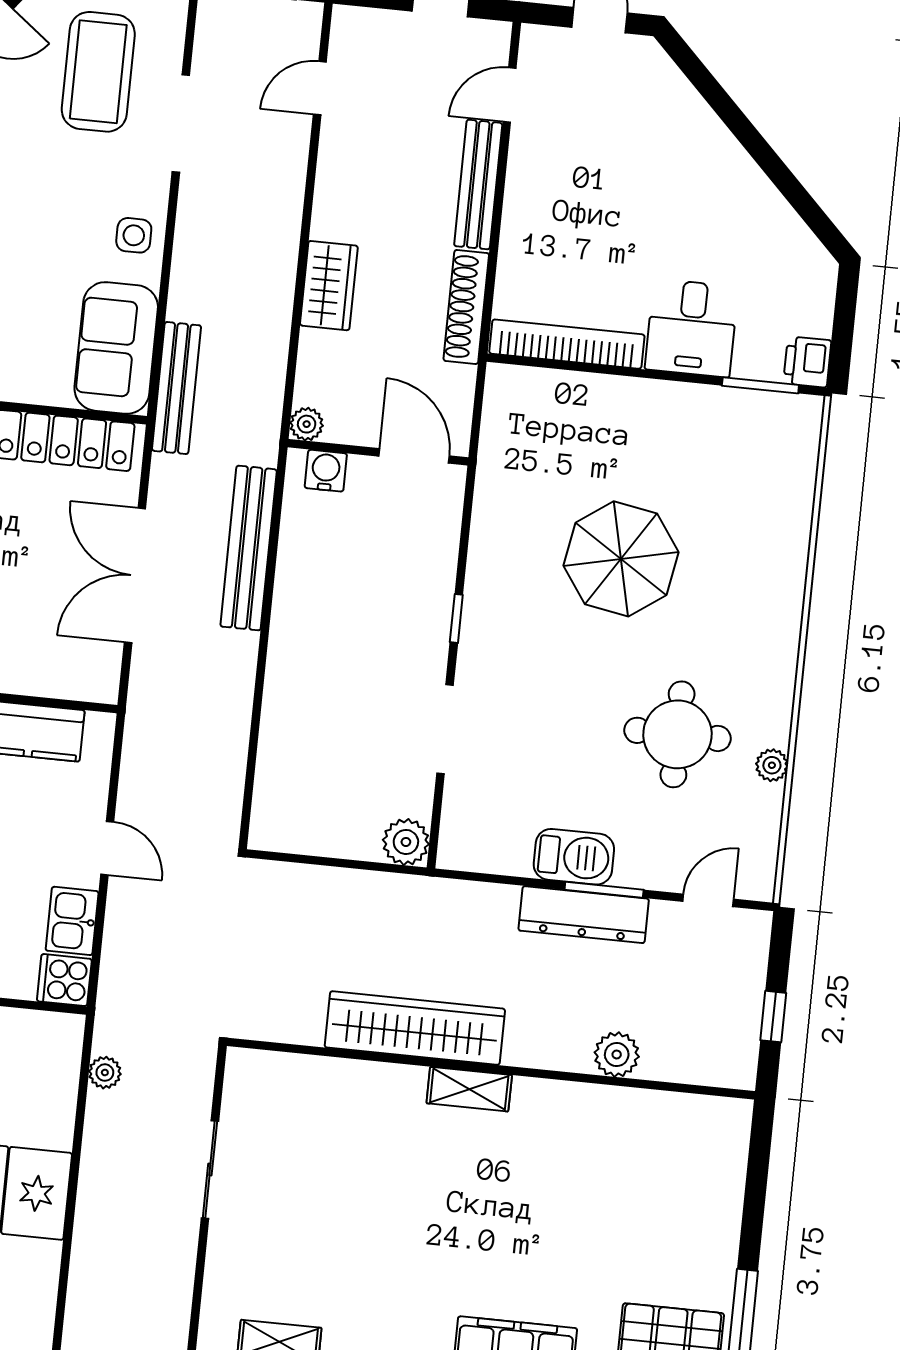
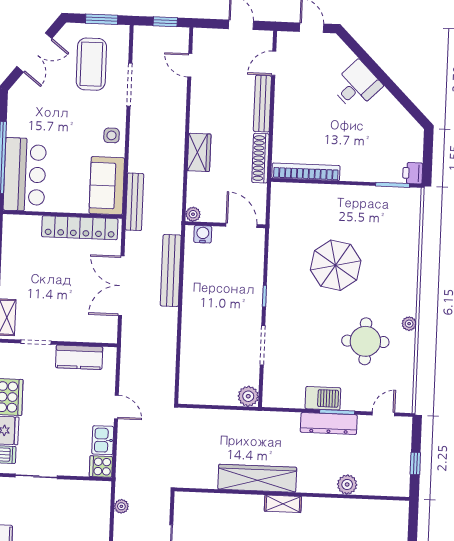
door: (320, 88) -> (190, 65), hinge flipped
desk: (691, 328) -> (356, 86), moved, turned -135
plant: (772, 765) -> (409, 324), moved

